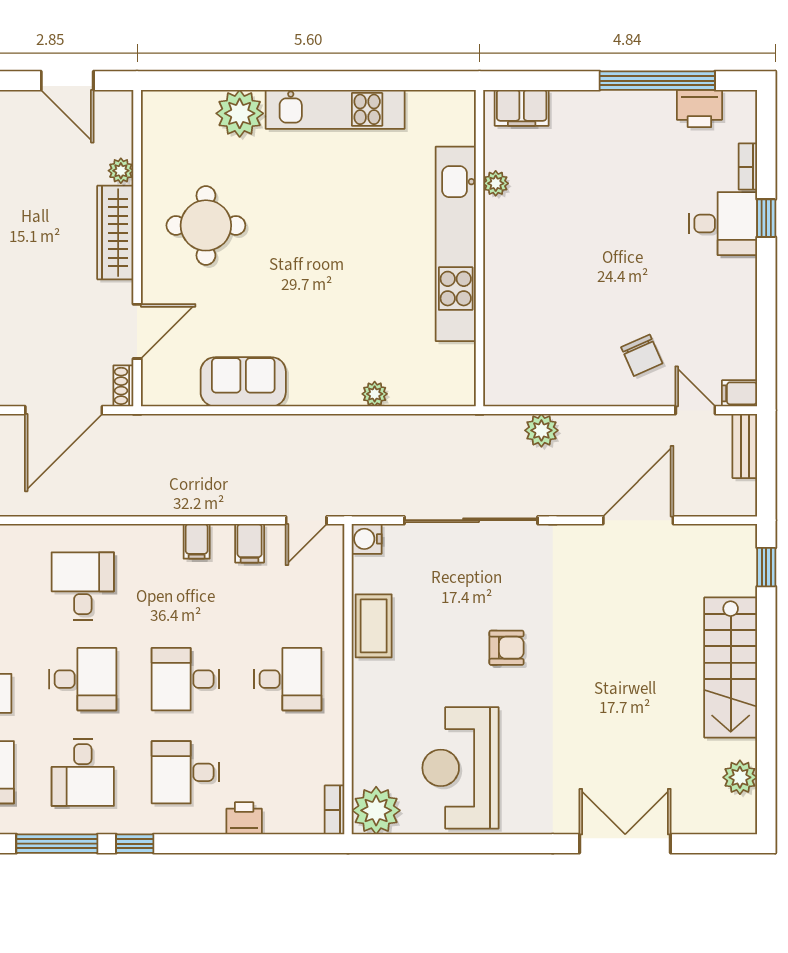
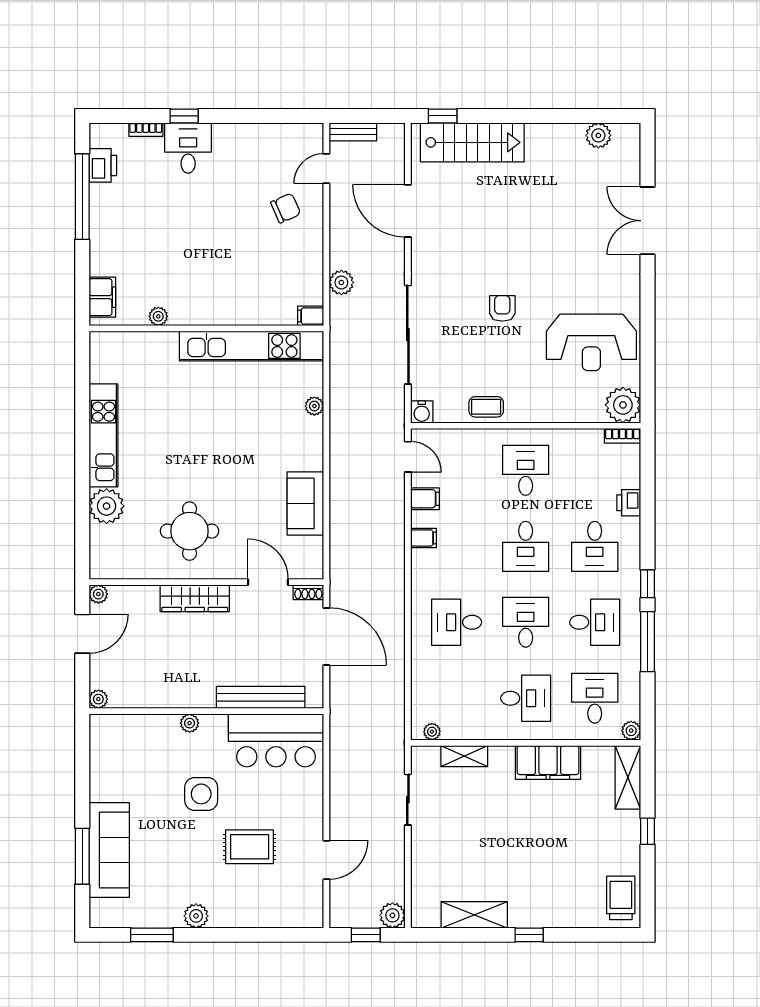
plant: (121, 171) -> (98, 594), moved
kitchen unit: (456, 244) -> (251, 346), moved
filing cabinet: (739, 393) -> (311, 316), moved, turned 90
coffee table: (374, 626) -> (486, 407), width x0.73, depth x0.77
stairs: (731, 667) -> (472, 142), moved

